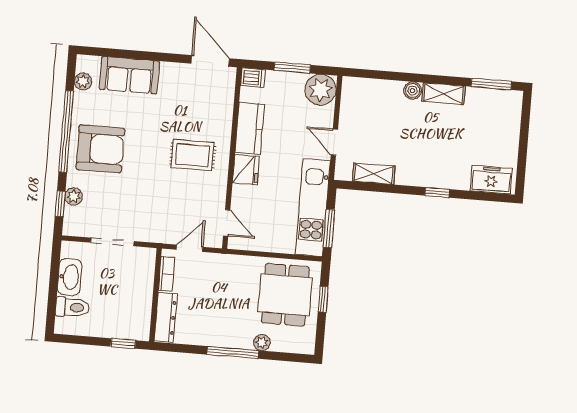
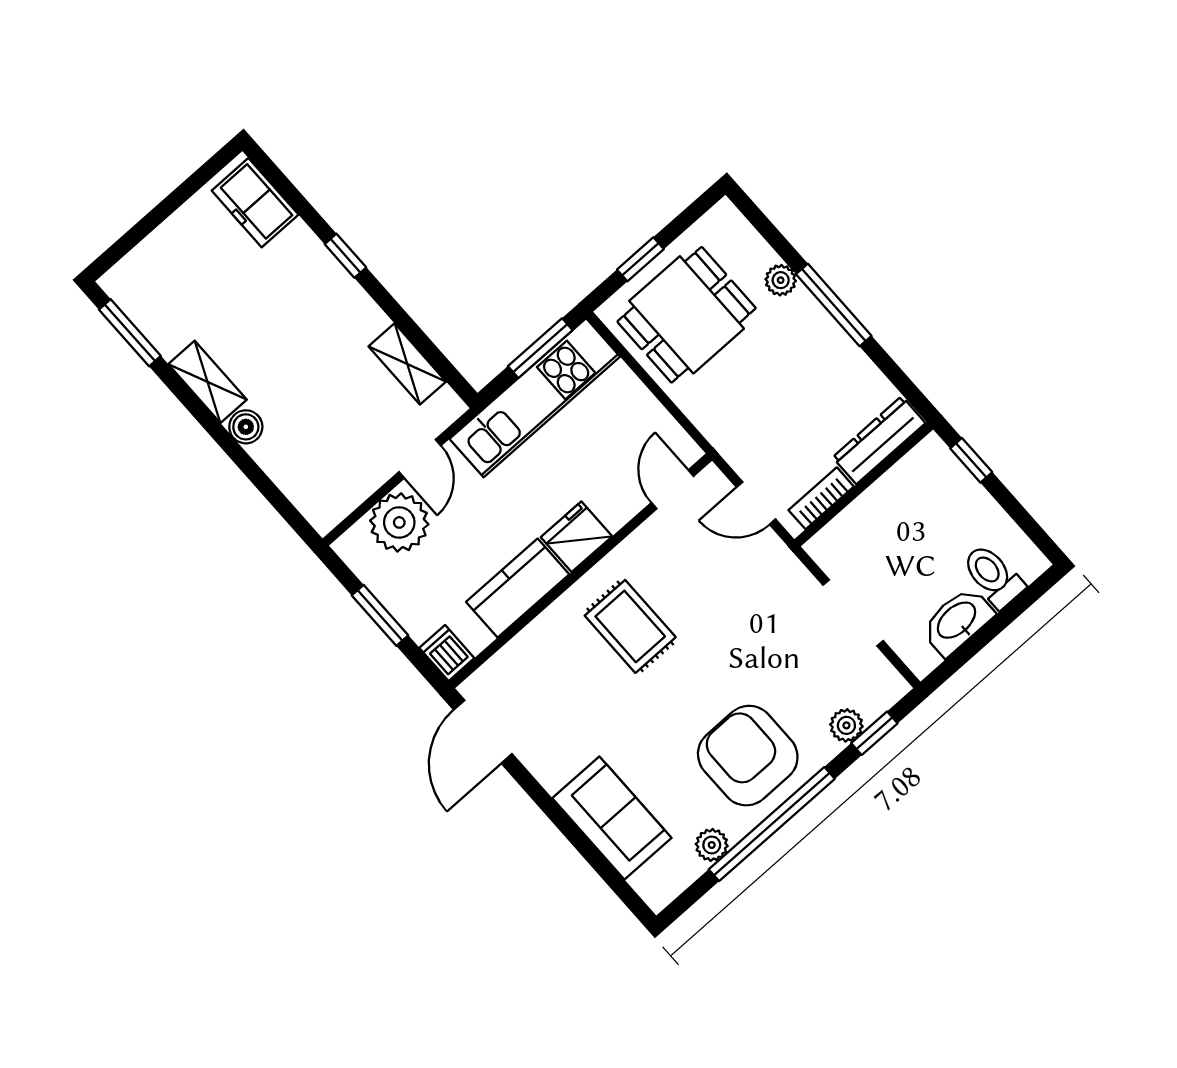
plant: (83, 81) -> (712, 845), moved
plant: (321, 90) -> (399, 522), moved

